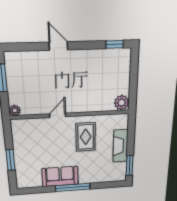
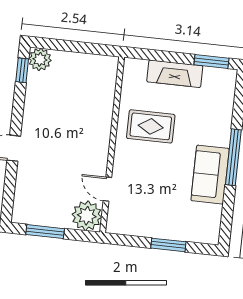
plant: (122, 103) -> (40, 59), moved
plant: (15, 110) -> (87, 216), width x1.88, depth x1.88
door: (58, 115) -> (107, 189), moved

